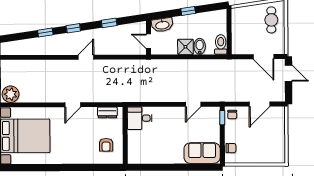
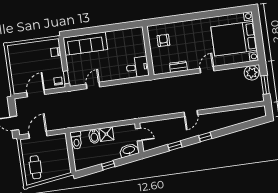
window: (45, 32) -> (229, 130), removed
door: (263, 57) -> (38, 135), hinge flipped
door: (73, 105) -> (207, 70), moved
dresser: (107, 112) -> (178, 67), moved
sofa: (202, 153) -> (85, 44), width x1.36

